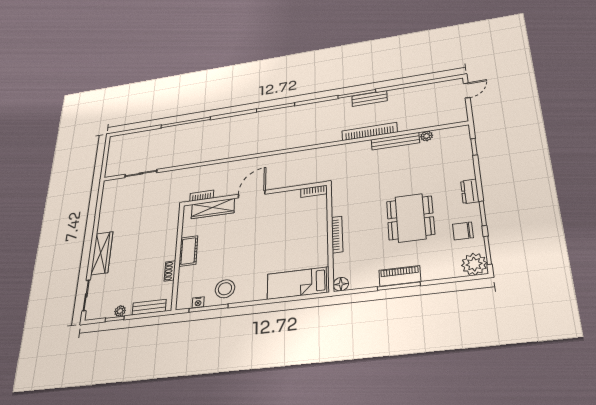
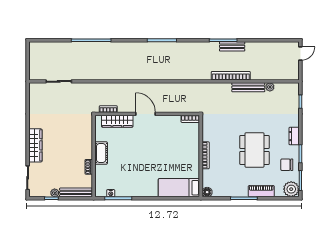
door: (252, 194) -> (146, 114), hinge flipped
piano: (400, 276) -> (261, 191), moved
stool: (225, 289) -> (129, 185), removed
bench: (149, 307) -> (76, 192), width x1.36

